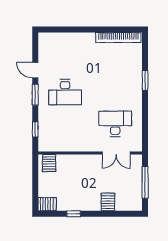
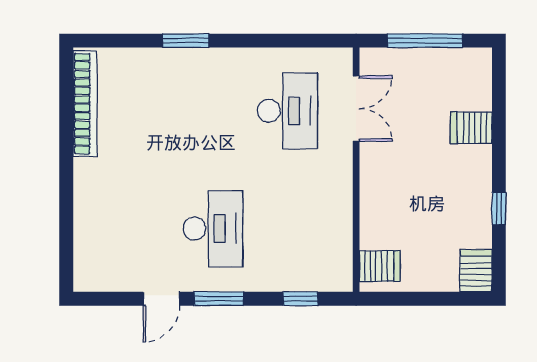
desk: (115, 124) -> (287, 111), turned 180

